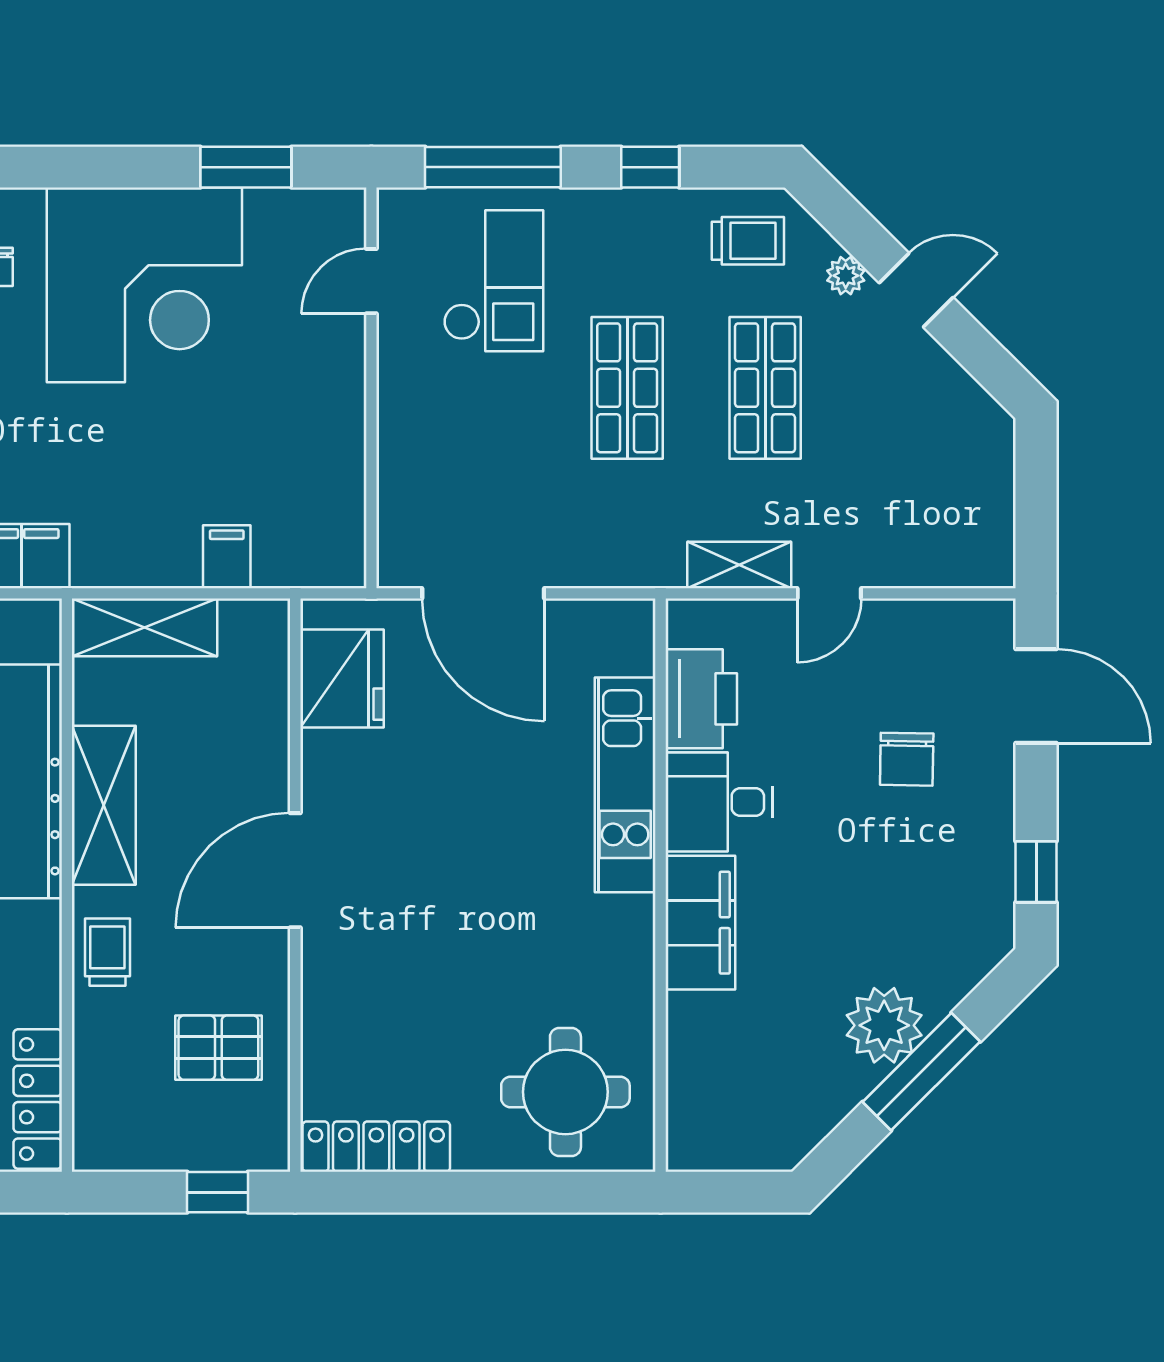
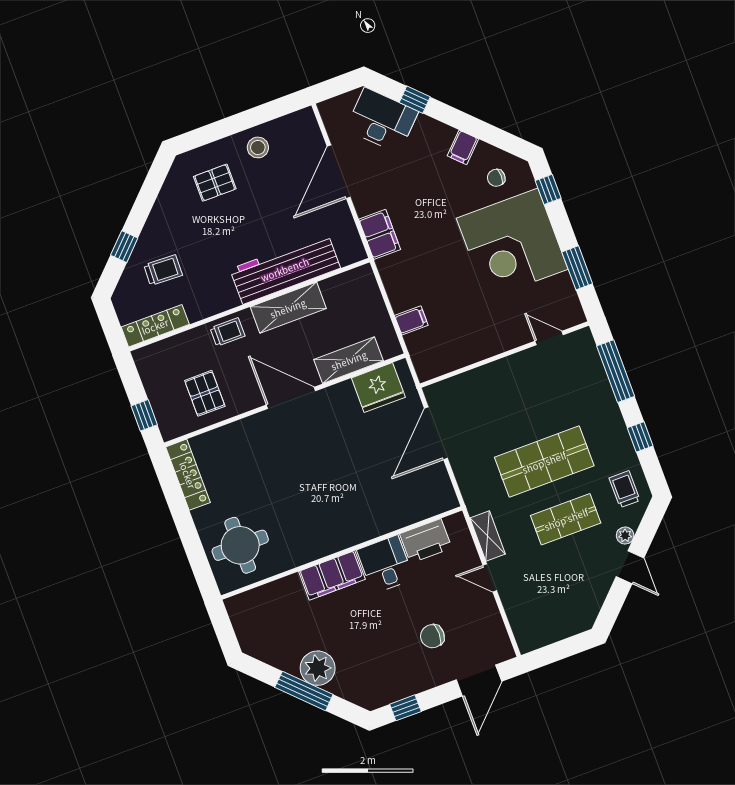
window: (58, 167) -> (548, 189), added
trolley: (748, 241) -> (624, 489), turned 180
checkout: (493, 281) -> (568, 389), removed
shop shelf: (627, 388) -> (544, 462), width x1.43, depth x1.36
shelving: (145, 627) -> (349, 360), moved, turned 90
kitchen unit: (625, 785) -> (378, 522), removed

